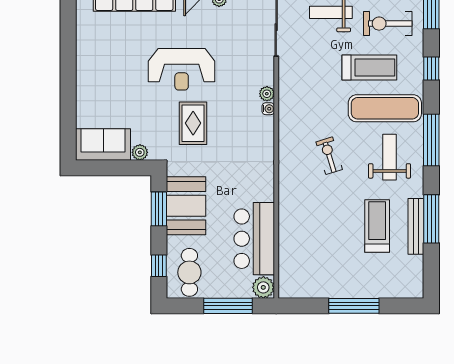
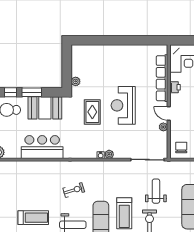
rug: (193, 123) -> (92, 112), turned 90
sofa: (103, 144) -> (80, 60), removed
window: (159, 209) -> (32, 92), moved
bar counter: (254, 239) -> (42, 147), moved

